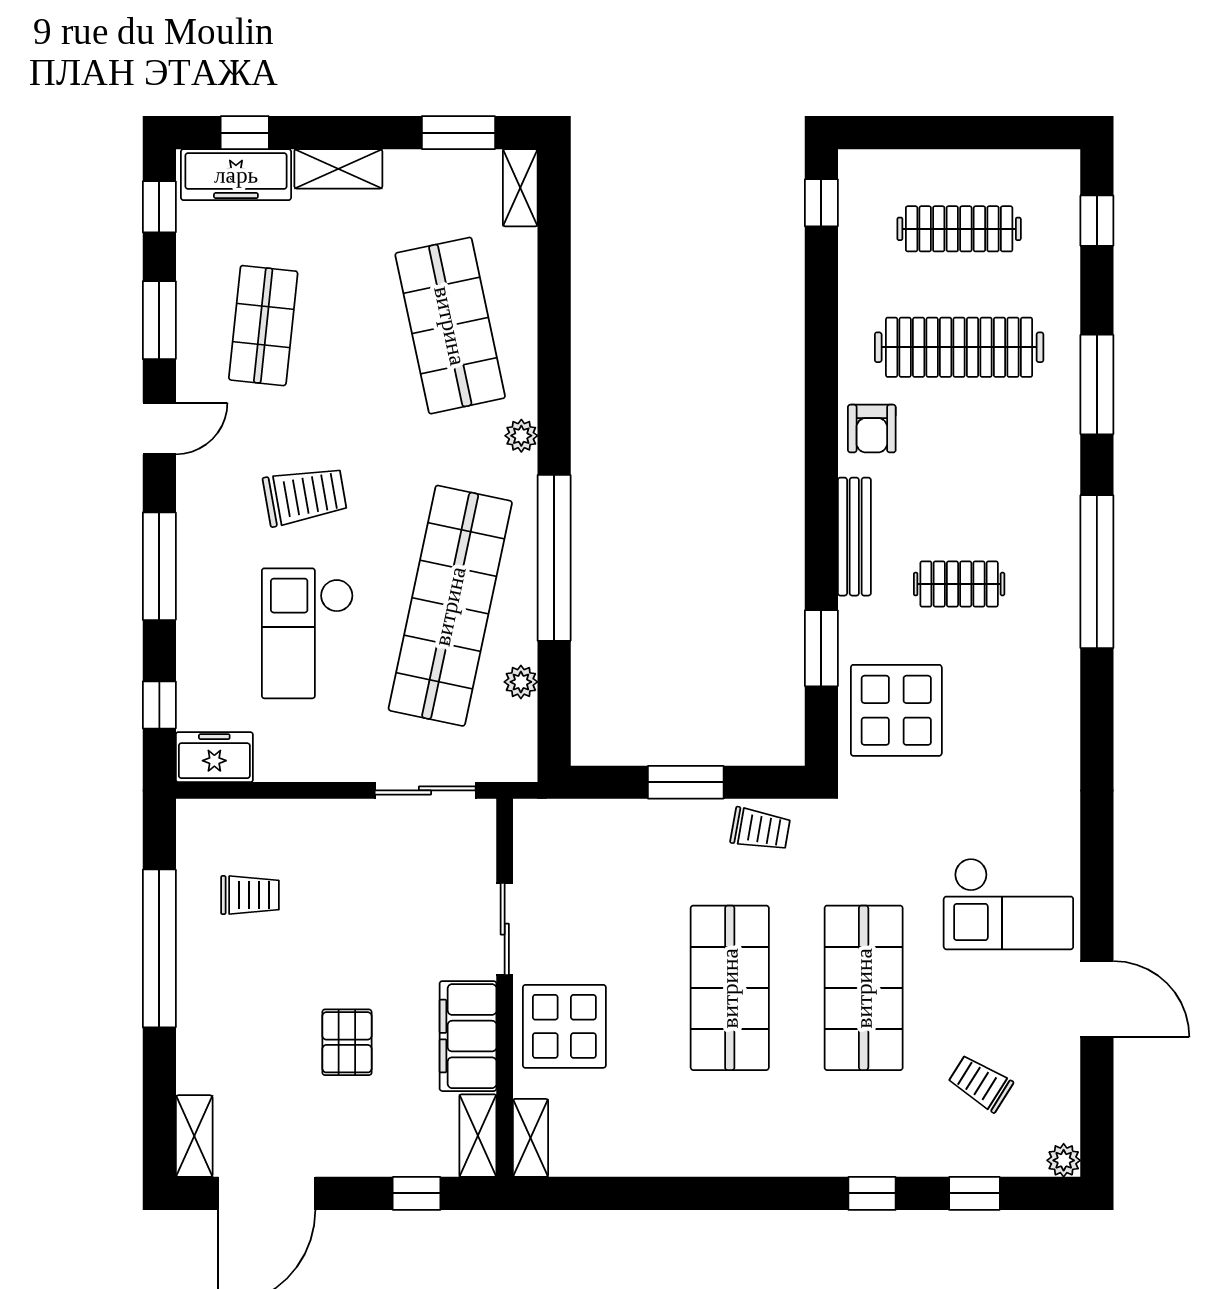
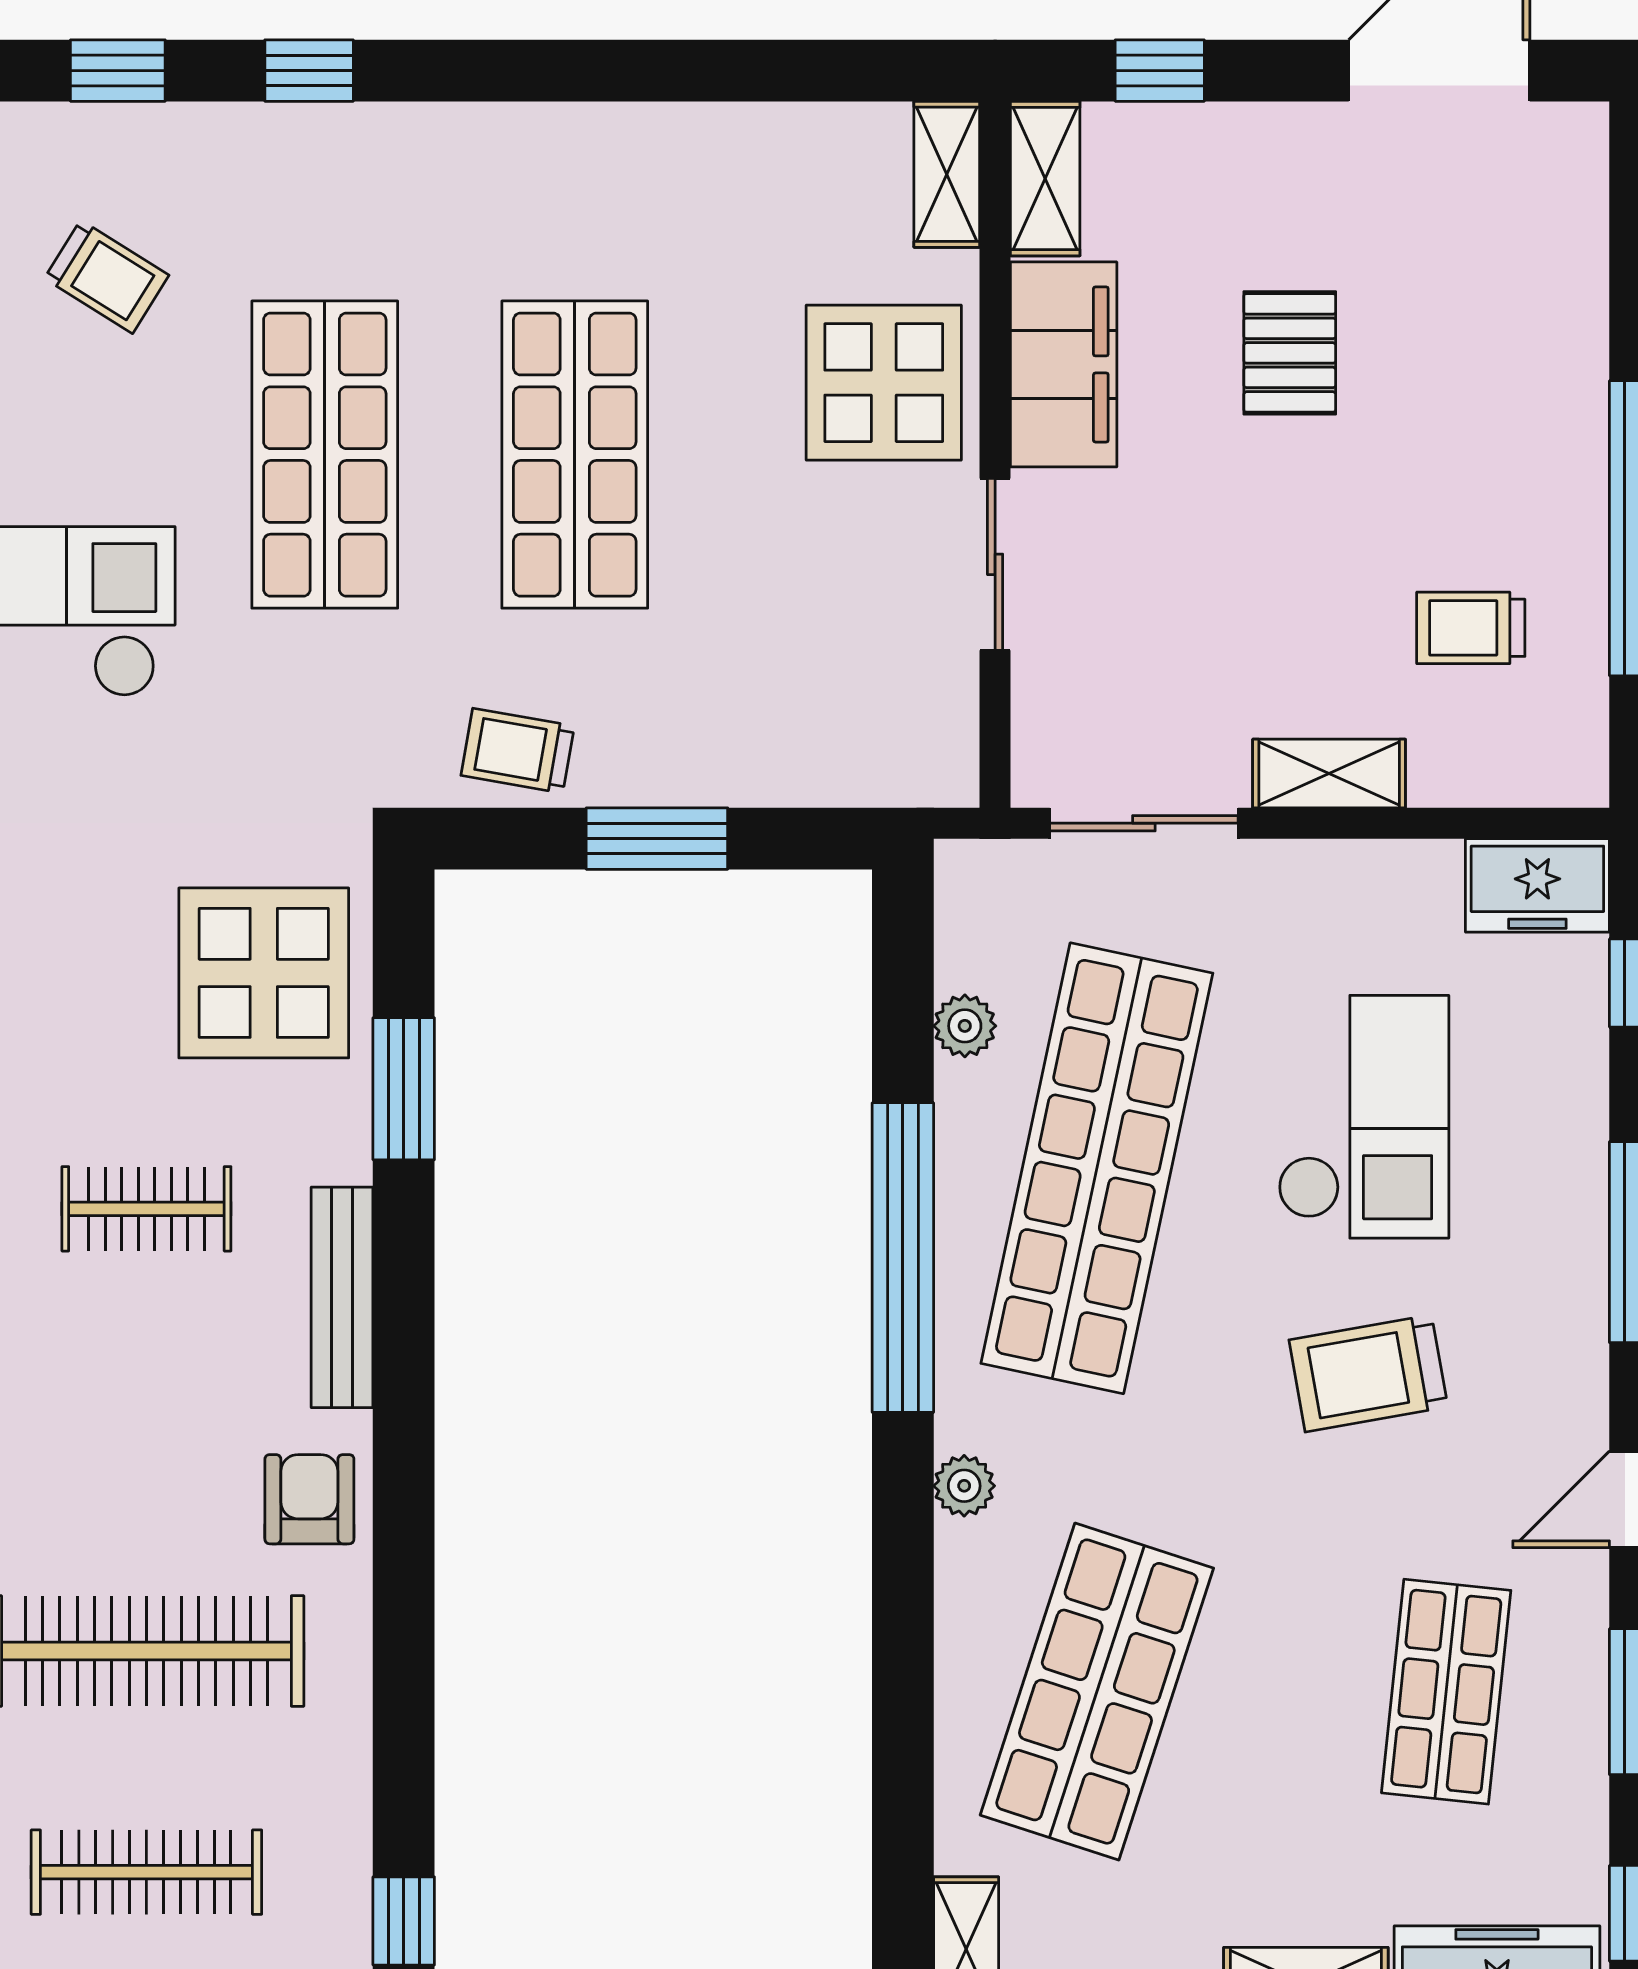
shop shelf: (450, 326) -> (1097, 1692), turned 30
shelving: (194, 1136) -> (1329, 773), moved, turned 90

